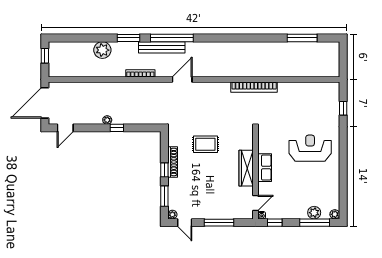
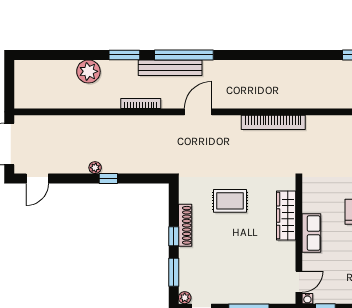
window: (45, 56) -> (9, 79), removed
bookcase: (254, 87) -> (273, 122), moved
wardrobe: (246, 168) -> (286, 216), moved

